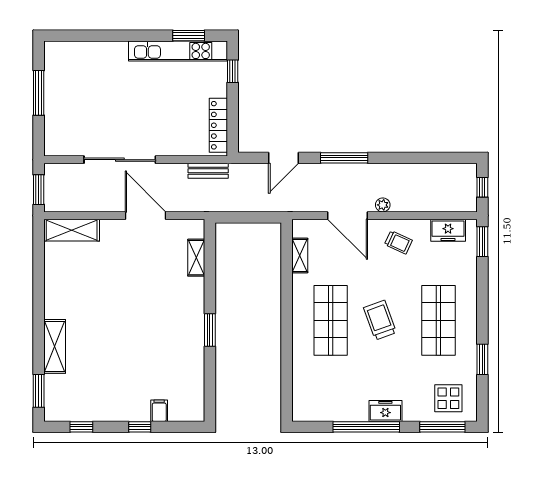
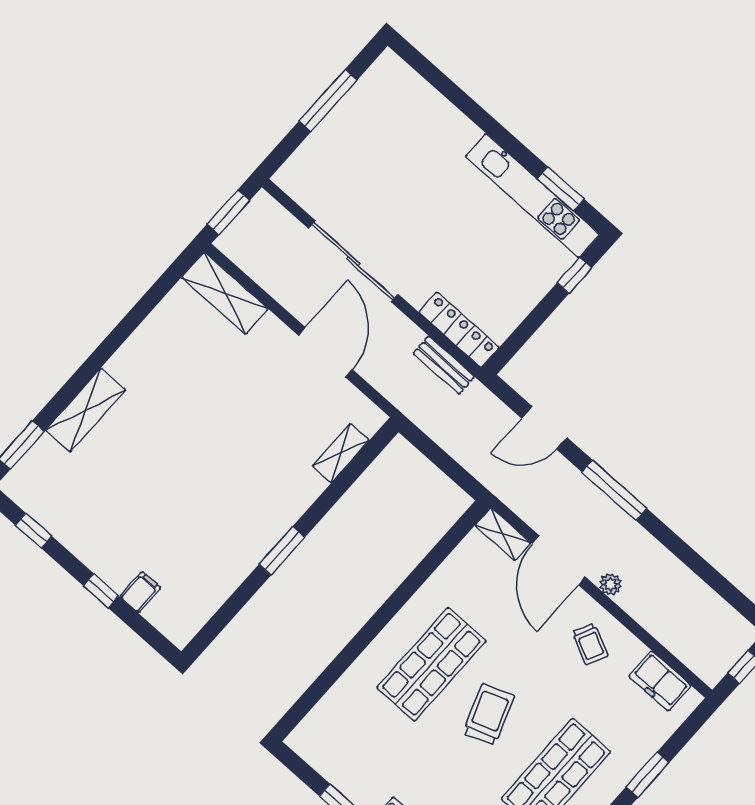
locker: (218, 125) -> (459, 330), moved, turned 90
window: (482, 242) -> (648, 775), moved
shelving: (300, 256) -> (503, 534), moved, turned 90

